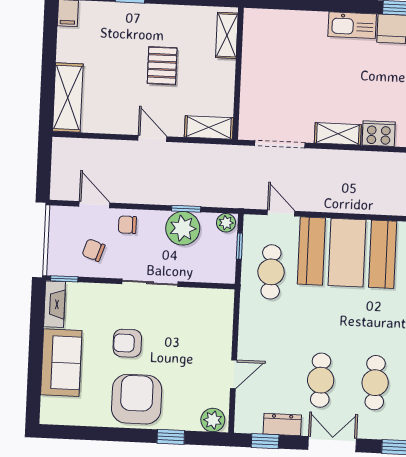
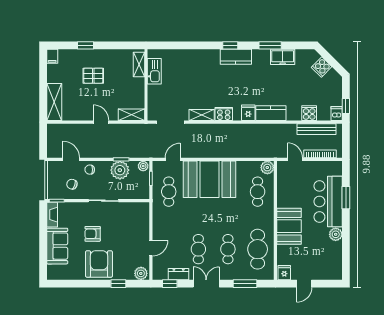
kitchen sink: (352, 25) -> (154, 71), moved, turned -90
pallet: (162, 66) -> (93, 76), moved, turned 90
door: (281, 213) -> (173, 159), hinge flipped

